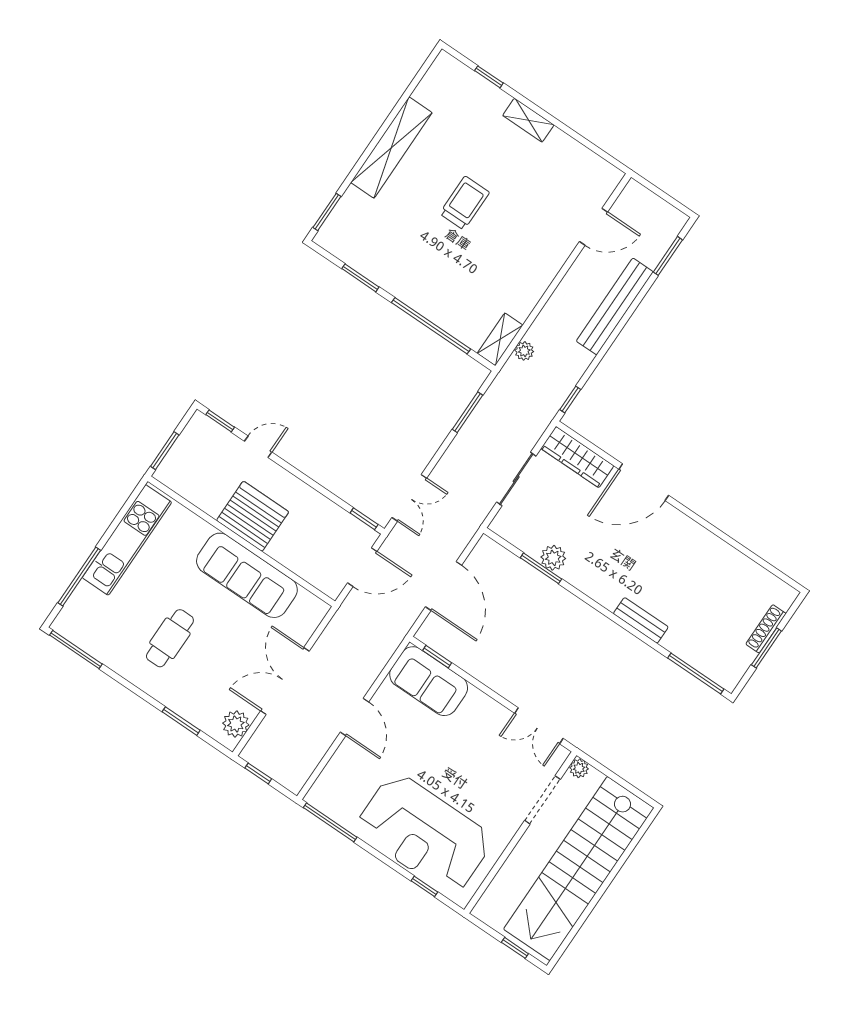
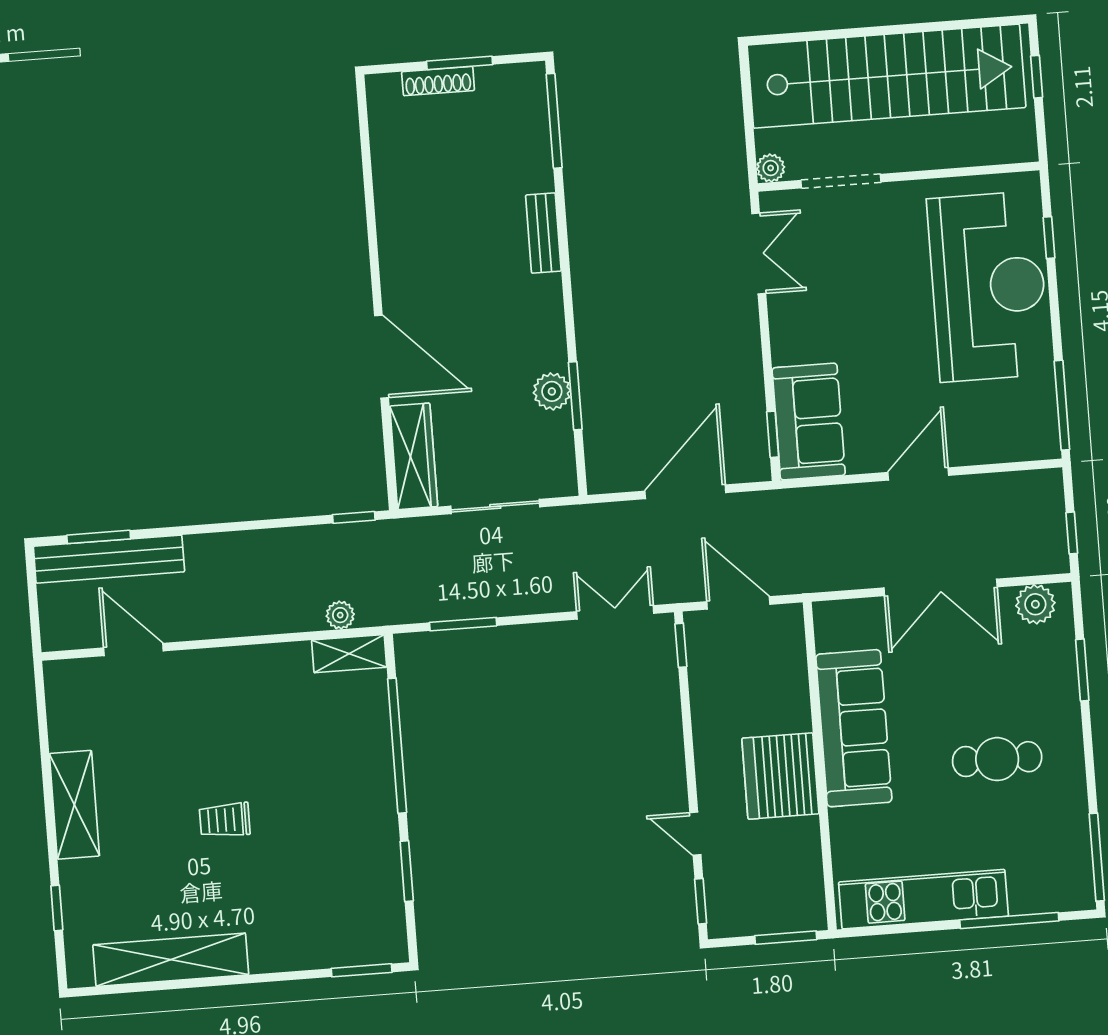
shelving: (528, 120) -> (74, 805), width x1.50, depth x1.33
shelving: (391, 148) -> (171, 960), moved
trolley: (464, 203) -> (225, 820), width x0.73, depth x0.72
bench: (615, 306) -> (109, 559), moved

